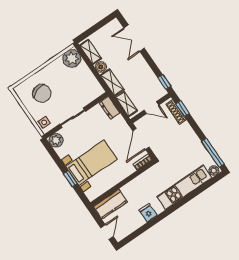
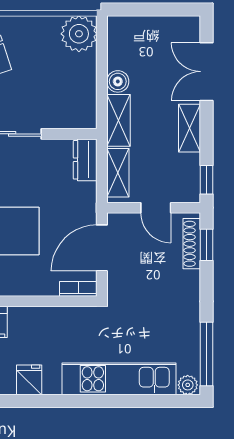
shelving: (90, 52) -> (190, 128), moved

